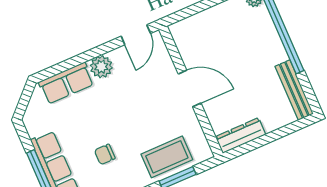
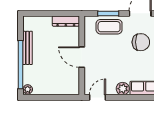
bench: (294, 90) -> (28, 48), moved
chair: (105, 154) -> (141, 42), width x1.87, depth x1.87

